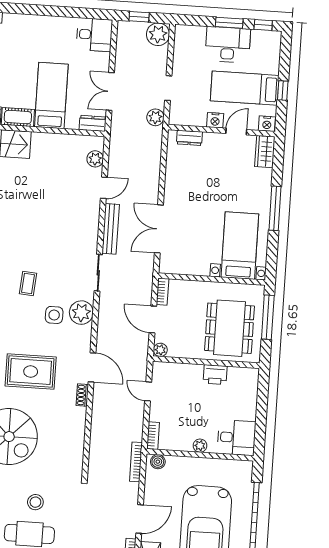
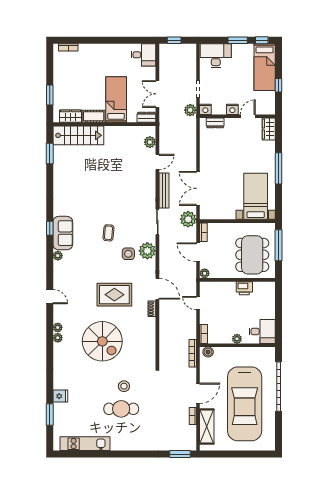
plant: (158, 34) -> (188, 219), moved
desk: (228, 45) -> (216, 56), moved
bed: (245, 88) -> (265, 67), moved, turned -90
nightstand: (267, 124) -> (205, 109), moved

